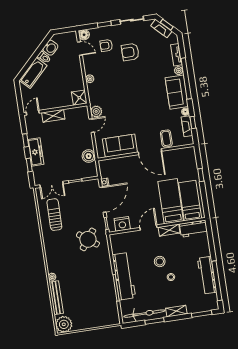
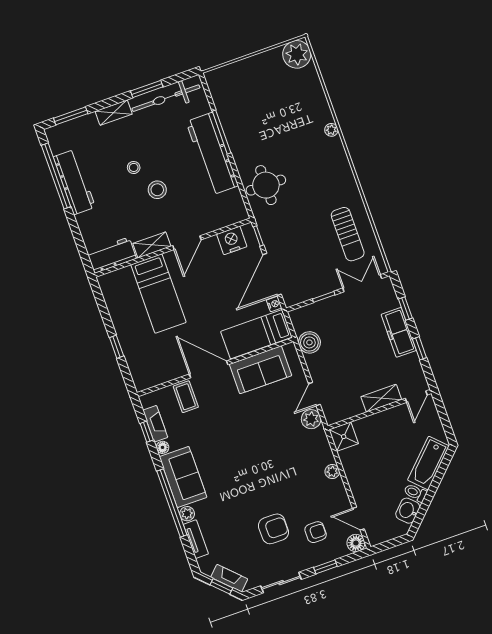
bed: (190, 201) -> (256, 334), moved, turned 90
round table: (88, 239) -> (266, 185), moved, turned -37
bench: (56, 298) -> (318, 96), removed

